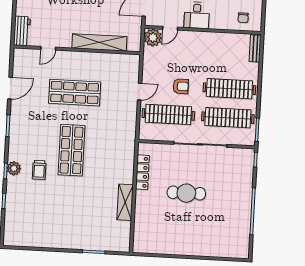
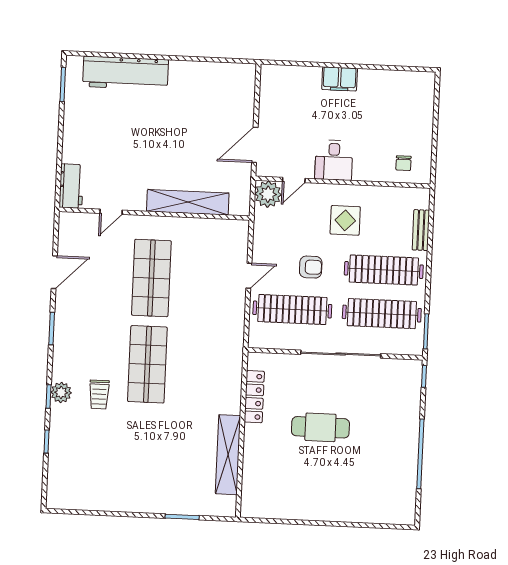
bench: (255, 48) -> (421, 230), moved
display table: (204, 55) -> (345, 220), added
shop shelf: (75, 93) -> (151, 278), turned 90
shelving: (125, 202) -> (228, 455), width x1.47

